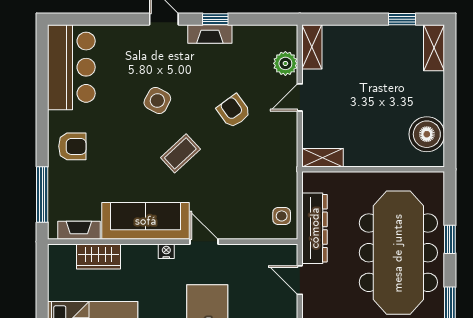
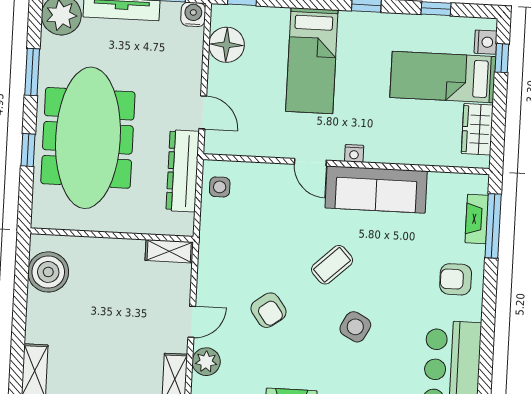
fireplace: (79, 230) -> (477, 219), moved, turned 90
wardrobe: (98, 256) -> (477, 129), moved, turned -90

